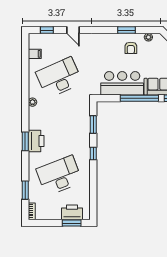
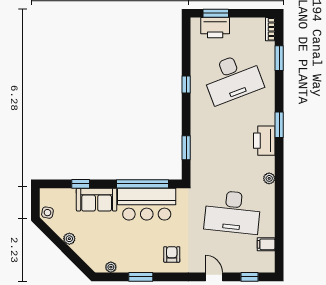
armchair: (131, 48) -> (172, 254), moved
desk: (59, 78) -> (233, 212), turned 30
window: (139, 98) -> (143, 184), moved
printer: (36, 141) -> (264, 141), moved
window: (93, 154) -> (186, 84), moved

